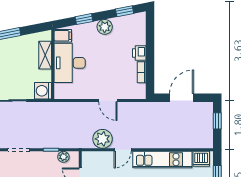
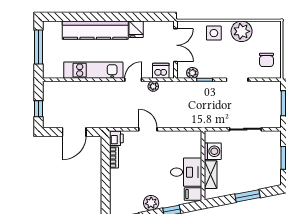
printer: (139, 53) -> (116, 138), moved
desk: (70, 63) -> (186, 172), width x0.73
washing machine: (43, 91) -> (213, 151), moved
plant: (103, 139) -> (153, 86), width x0.53, depth x0.53
dishwasher: (201, 159) -> (161, 71), moved

